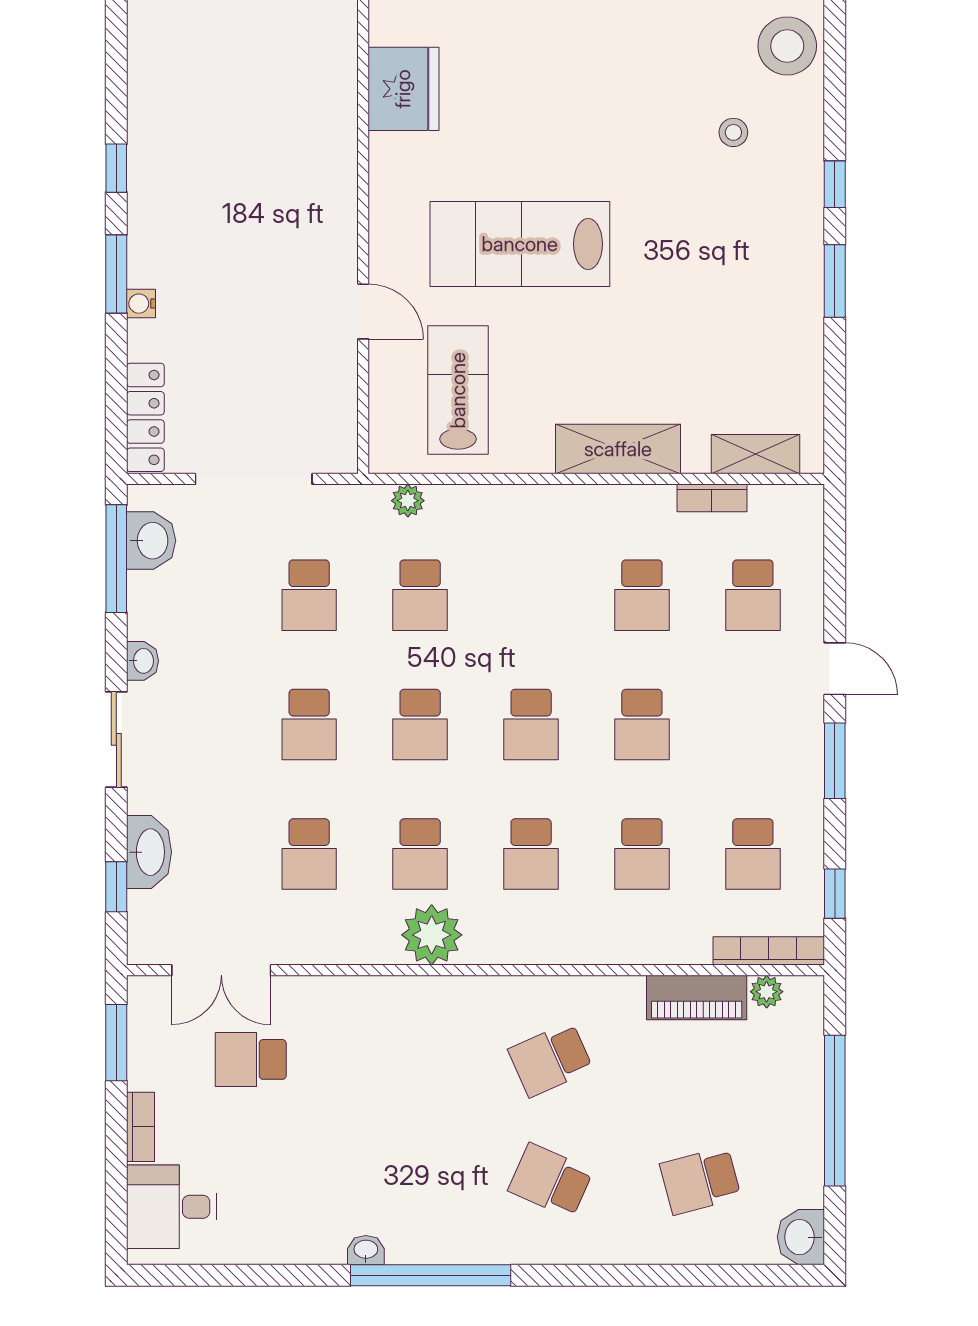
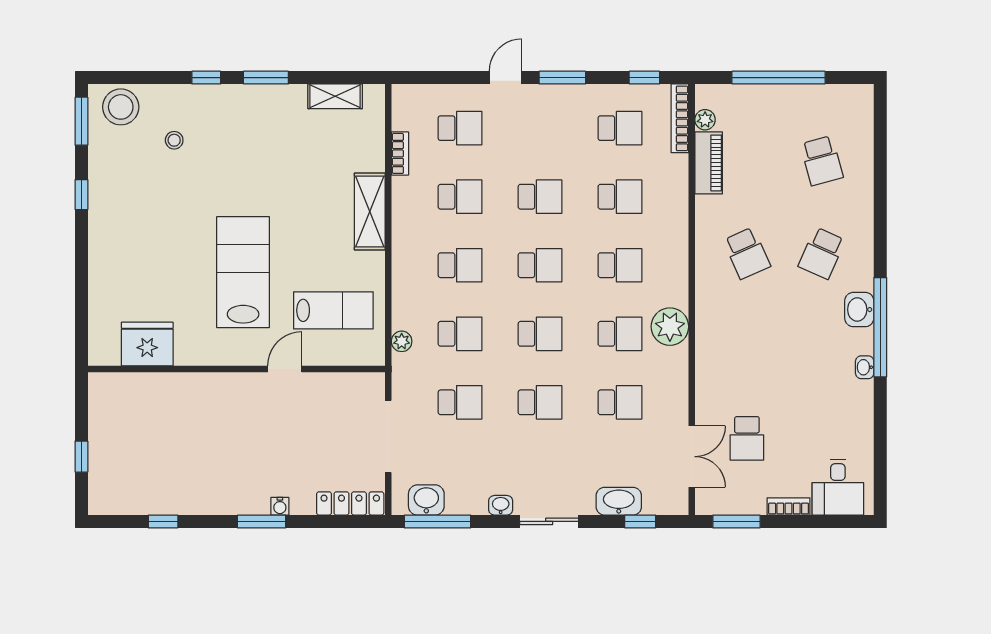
window: (116, 168) -> (163, 521), moved
lab bench: (520, 244) -> (243, 272), turned 180
lab bench: (458, 390) -> (333, 310), turned 180
shelving: (756, 454) -> (335, 96), moved, turned 90
school desk: (531, 595) -> (460, 265), added
washbasin: (801, 1237) -> (859, 310), moved, turned 90

